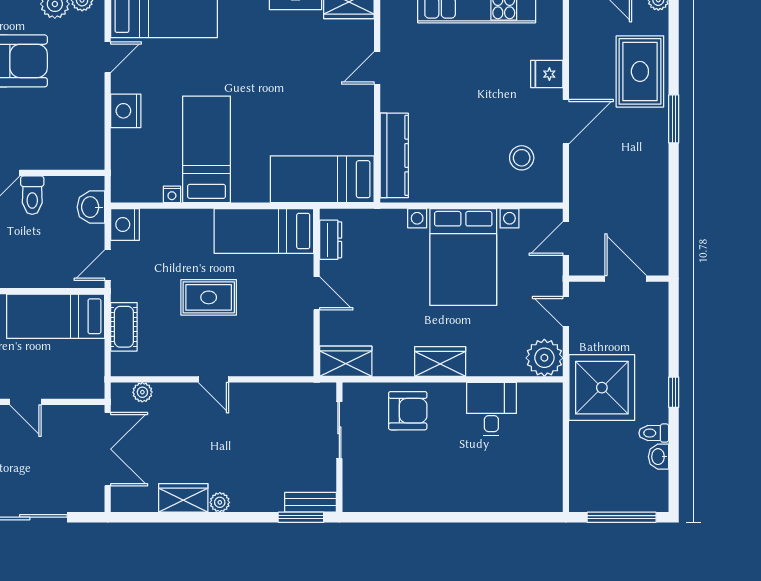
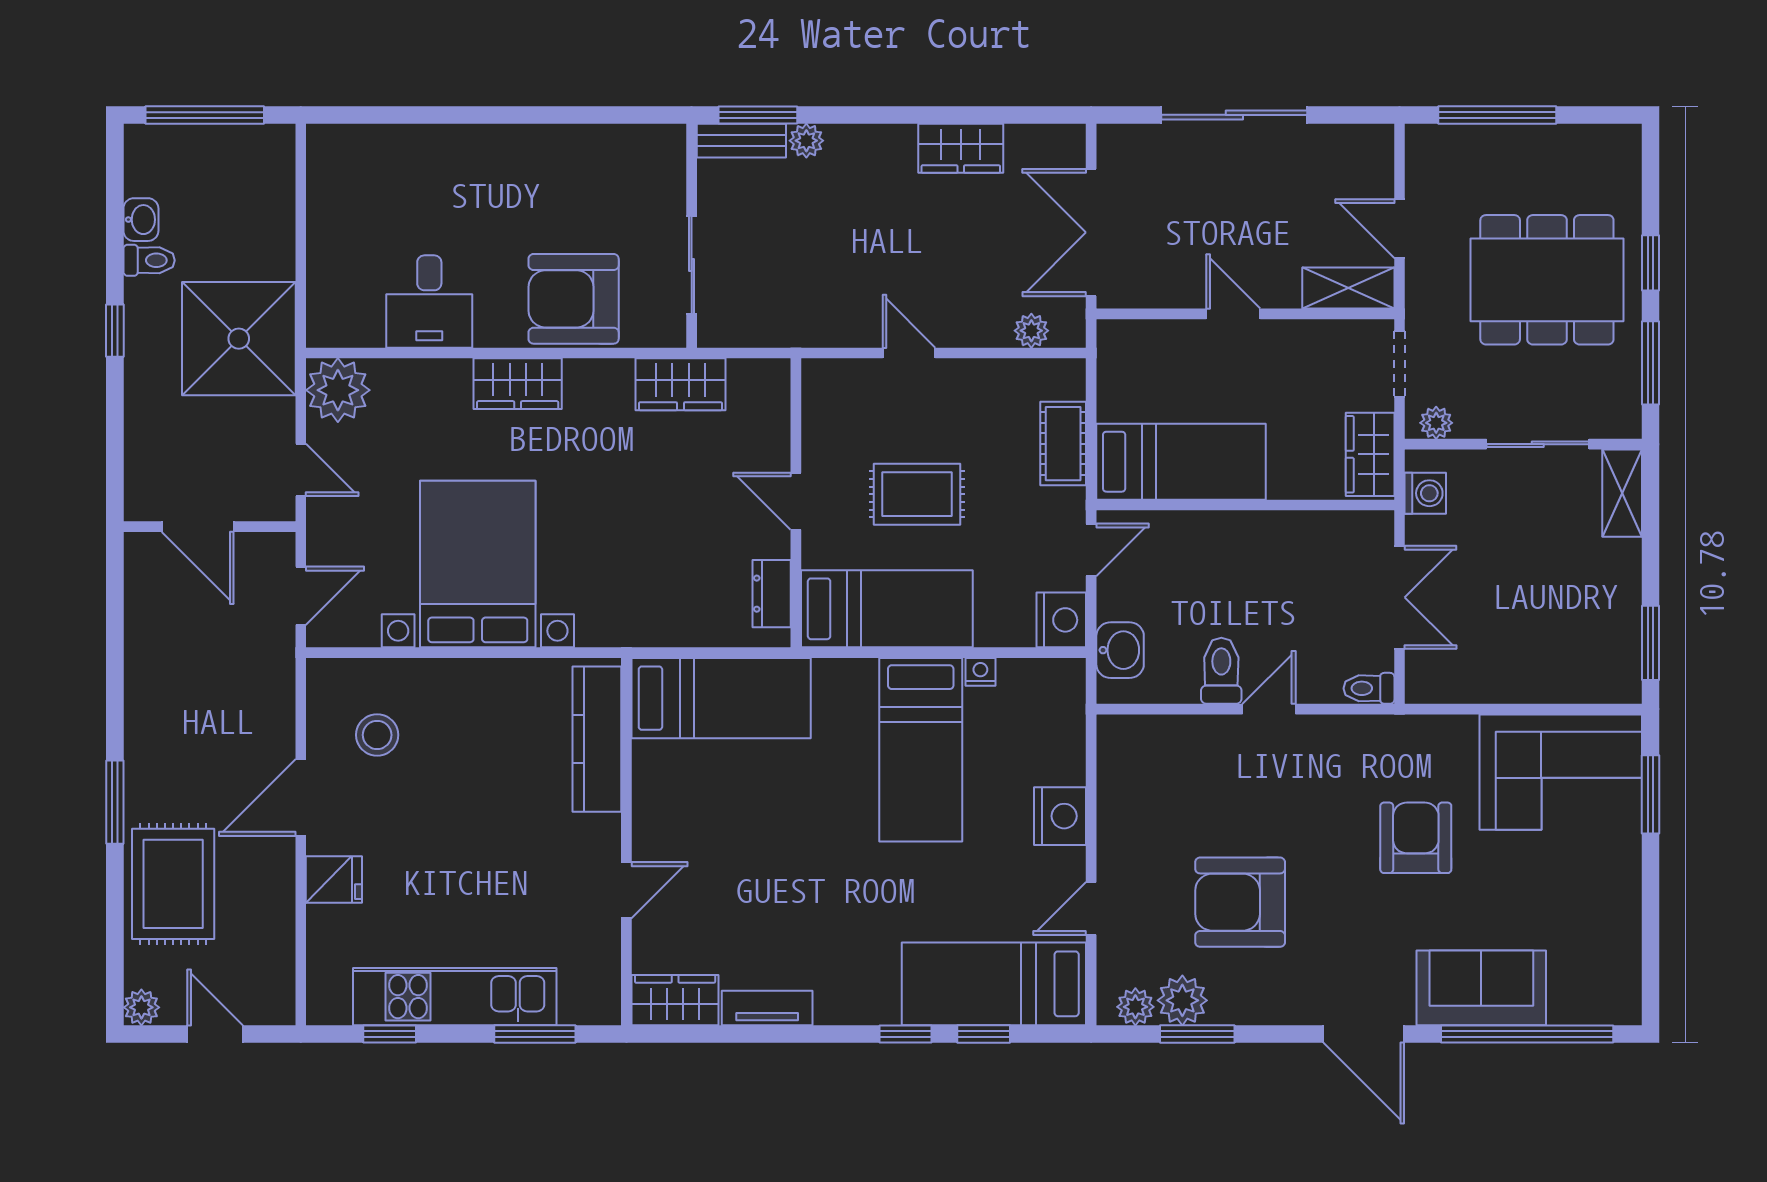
bed: (264, 231) -> (887, 609), moved
dresser: (331, 240) -> (772, 594), moved
wall: (317, 292) -> (796, 503), moved
door: (317, 293) -> (796, 501), moved
armchair: (408, 411) -> (574, 299), width x1.36, depth x1.36
plant: (220, 502) -> (806, 141), moved

